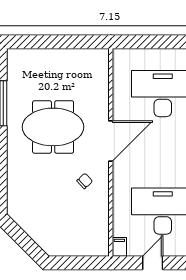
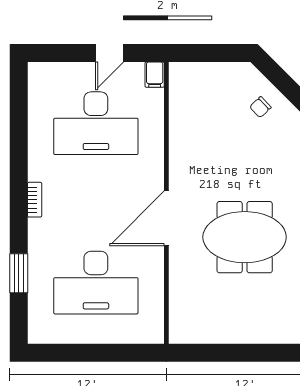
chair: (85, 181) -> (260, 107), moved

